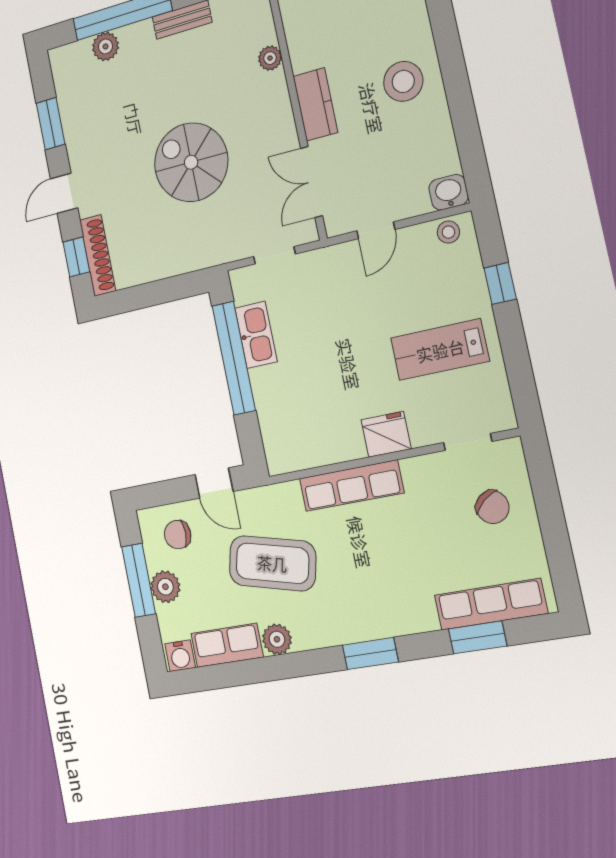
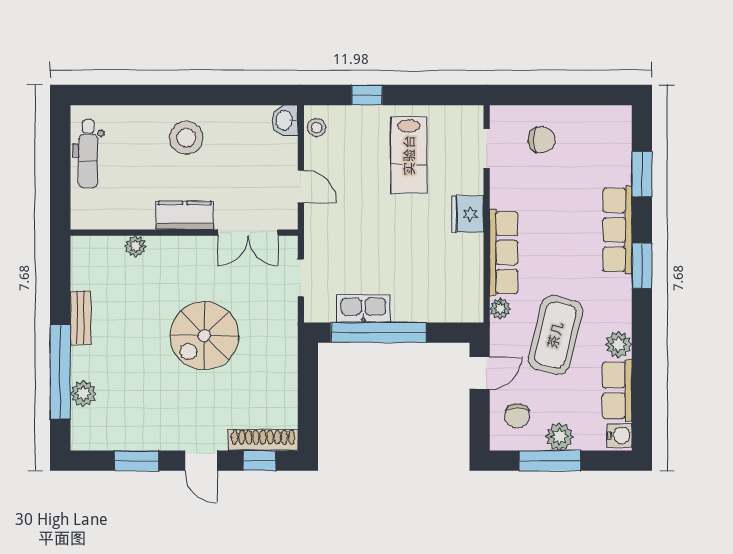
plant: (288, 493) -> (500, 308), added
chair: (492, 507) -> (542, 140), turned 39
row of seats: (491, 604) -> (618, 230), moved

